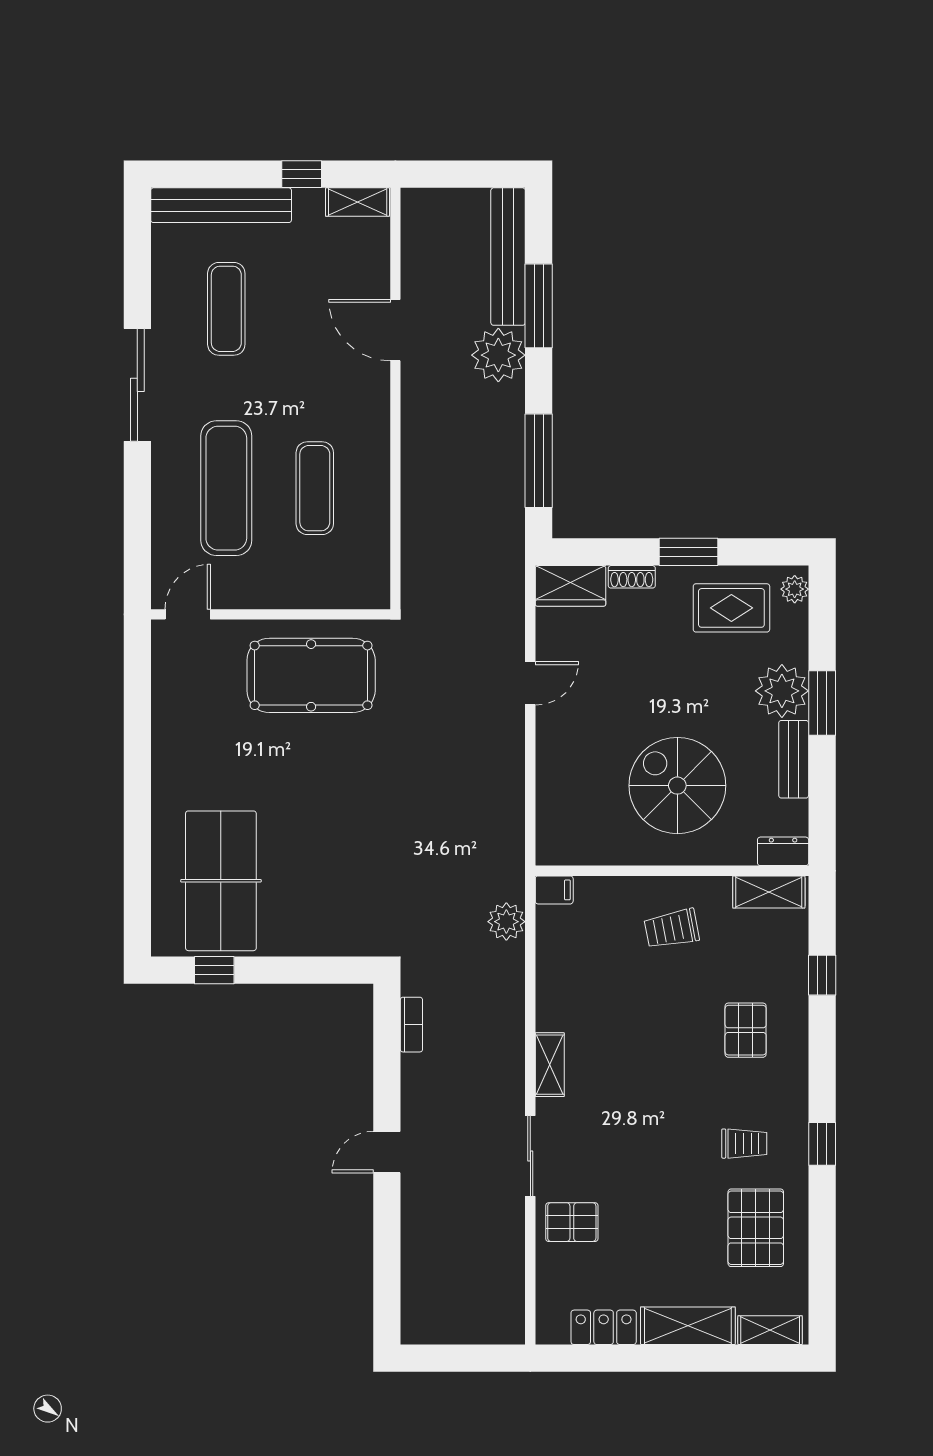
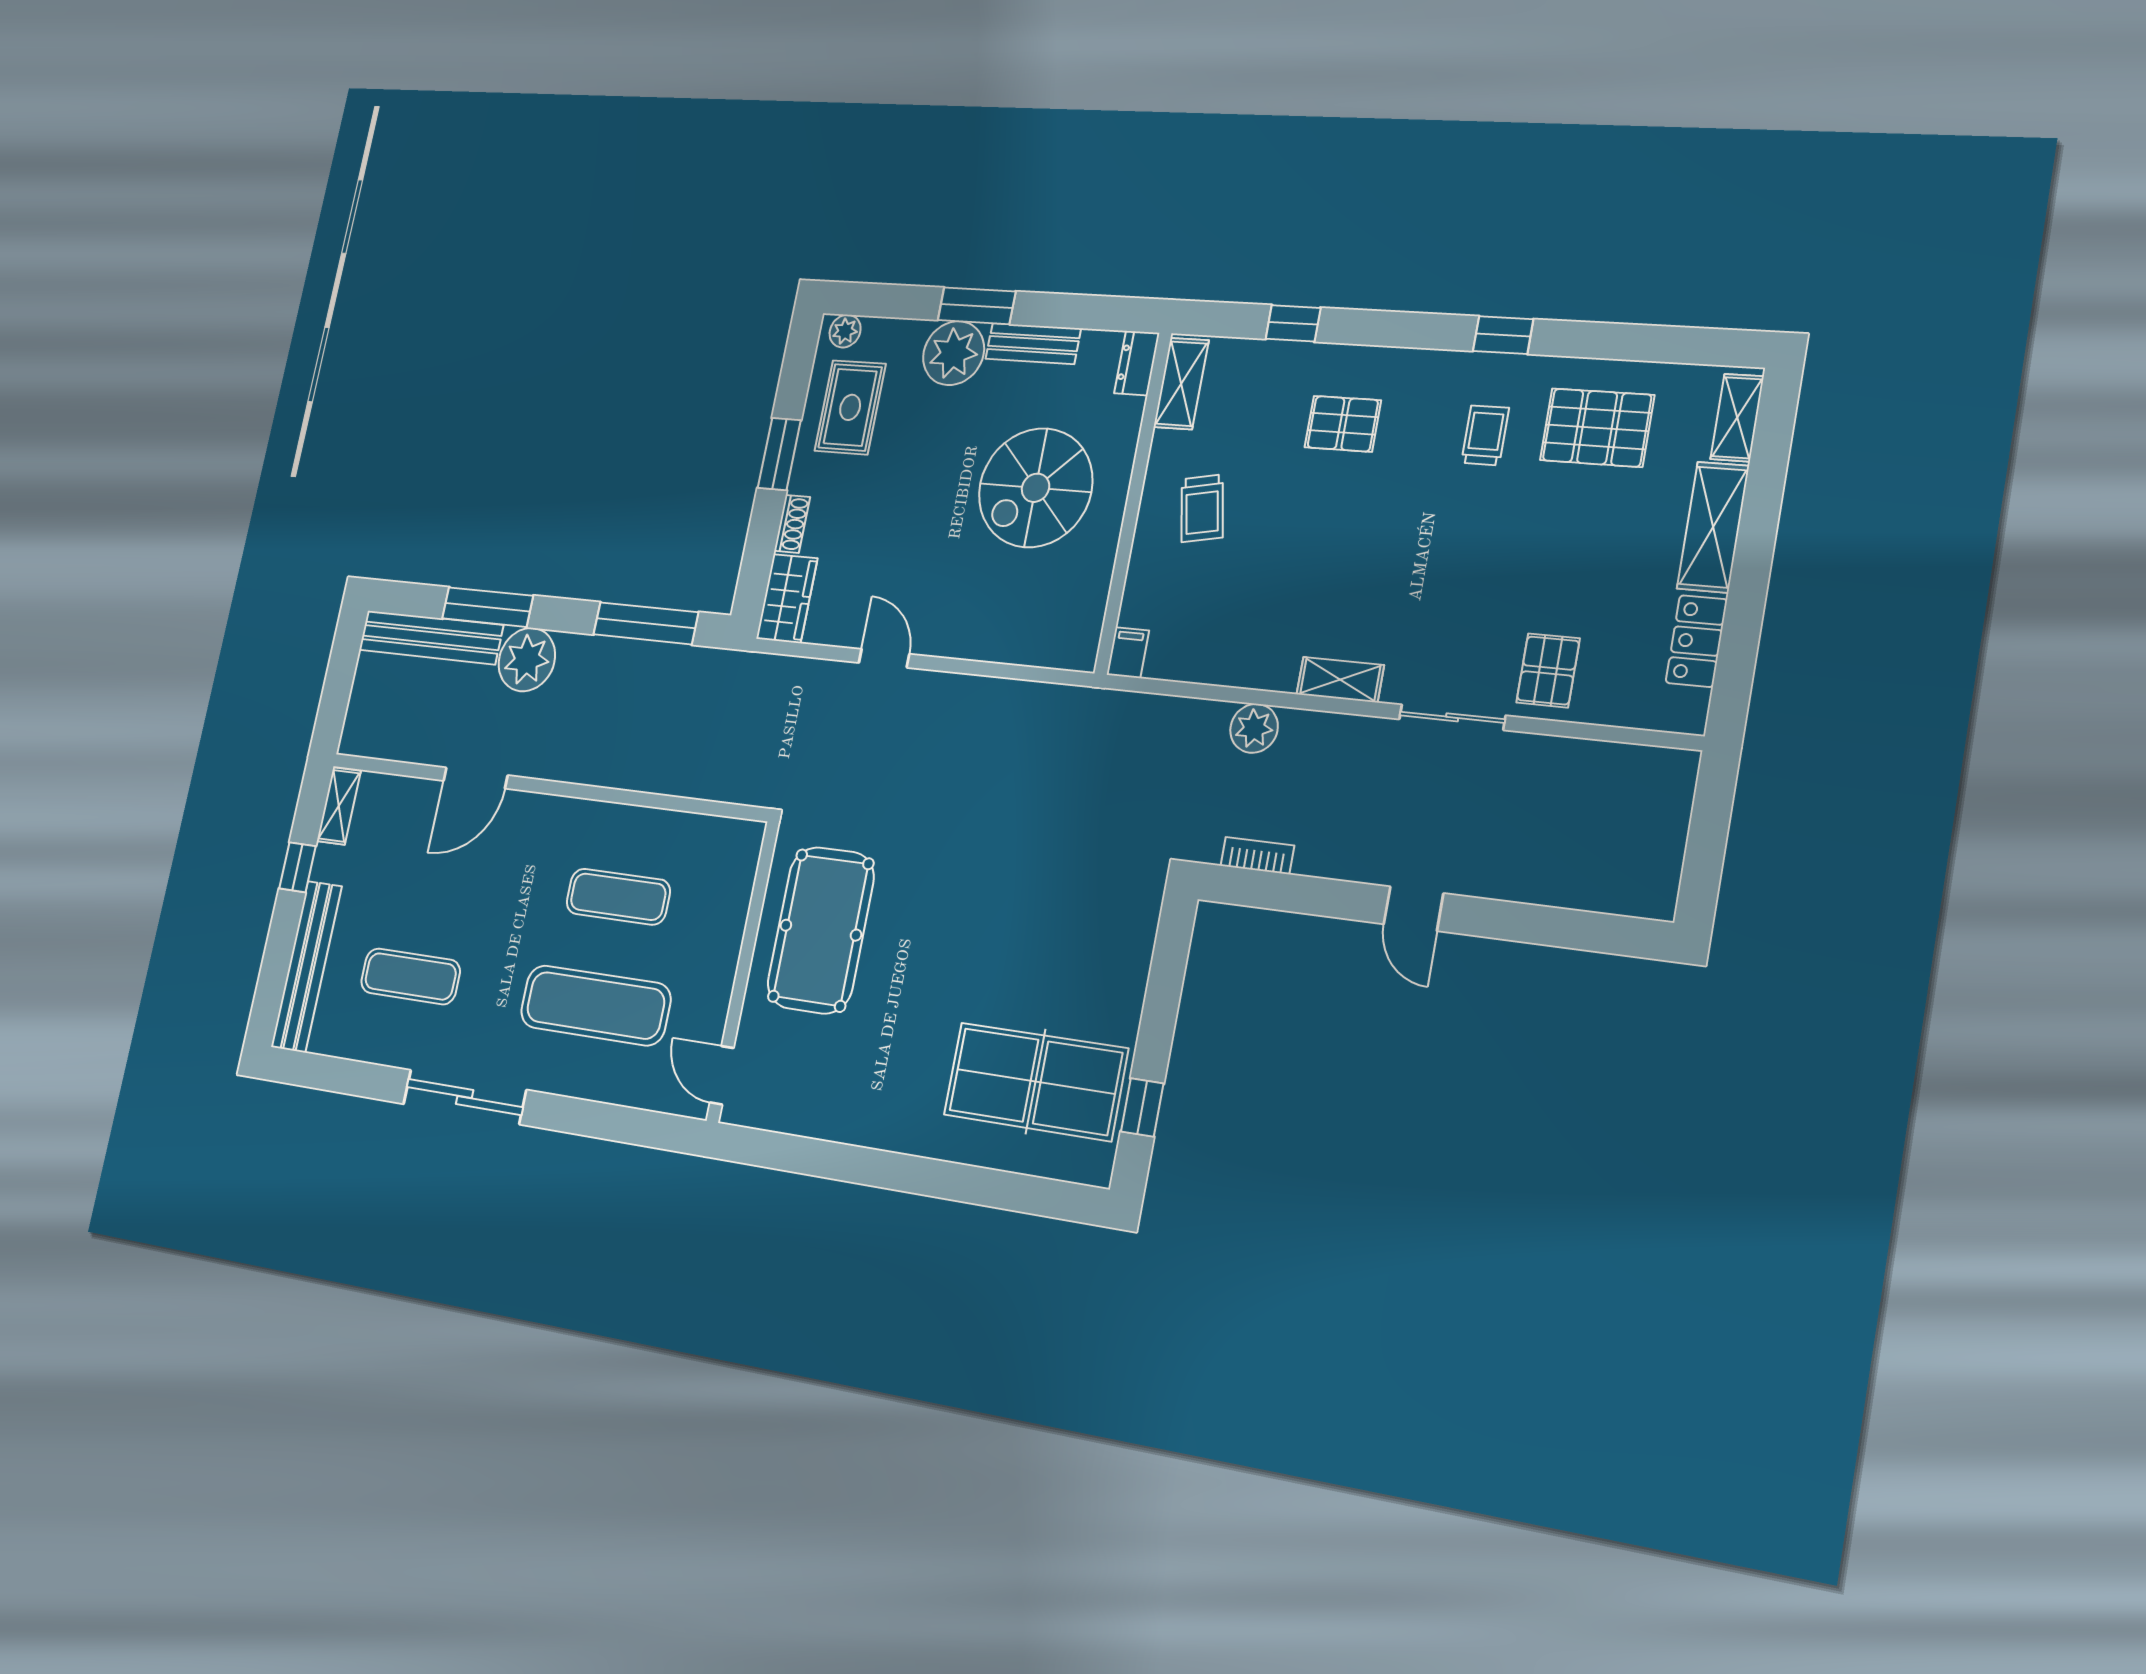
plant: (506, 922) -> (1254, 728), moved

